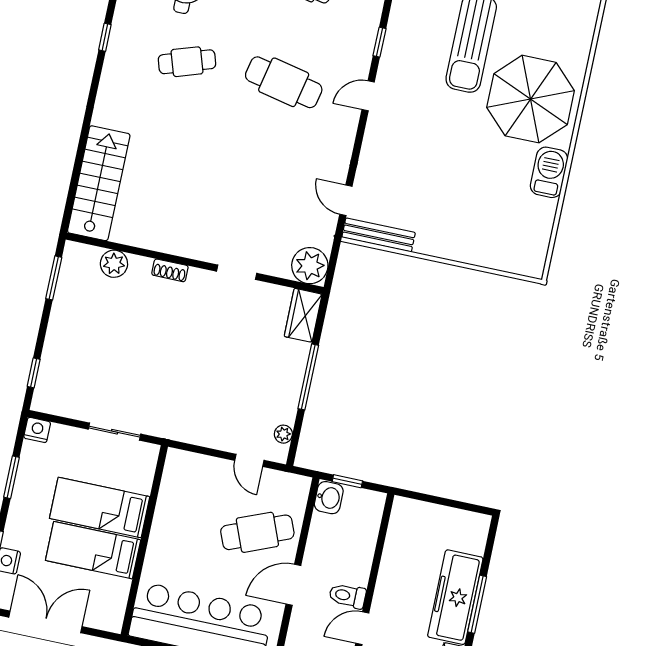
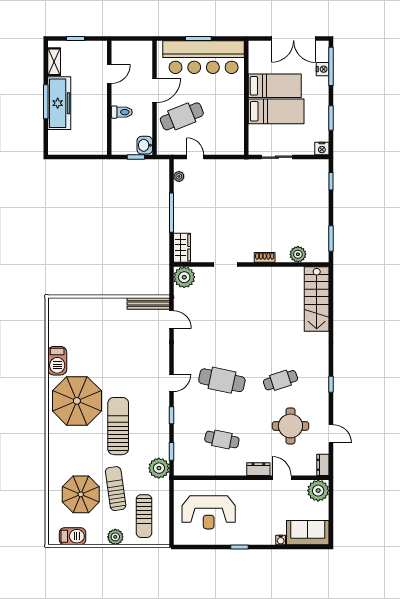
toilet: (347, 596) -> (122, 112), moved

